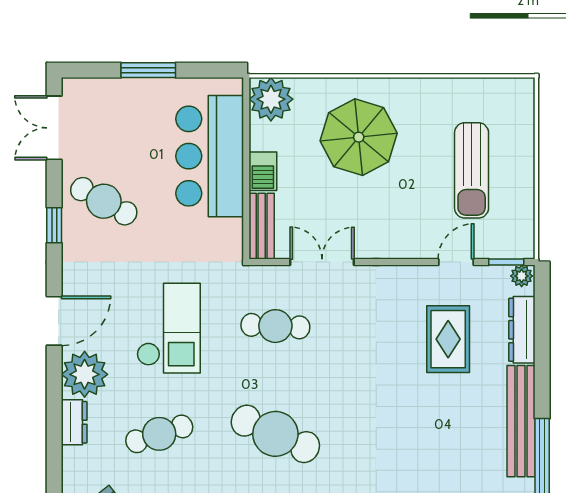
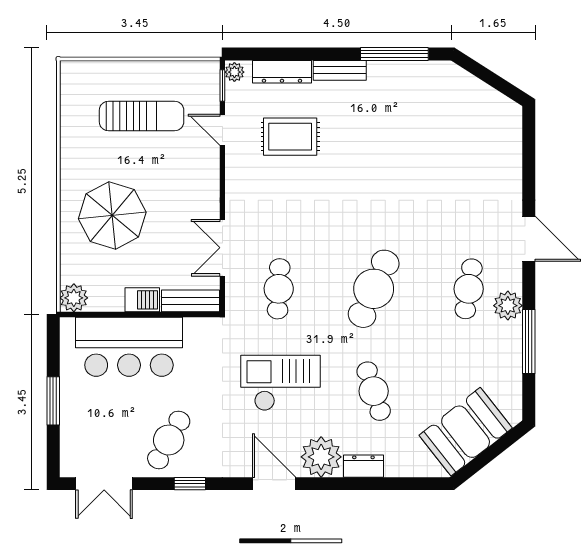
plant: (271, 99) -> (74, 298), width x0.73, depth x0.73
bench: (521, 421) -> (340, 70), width x0.54, depth x0.82

